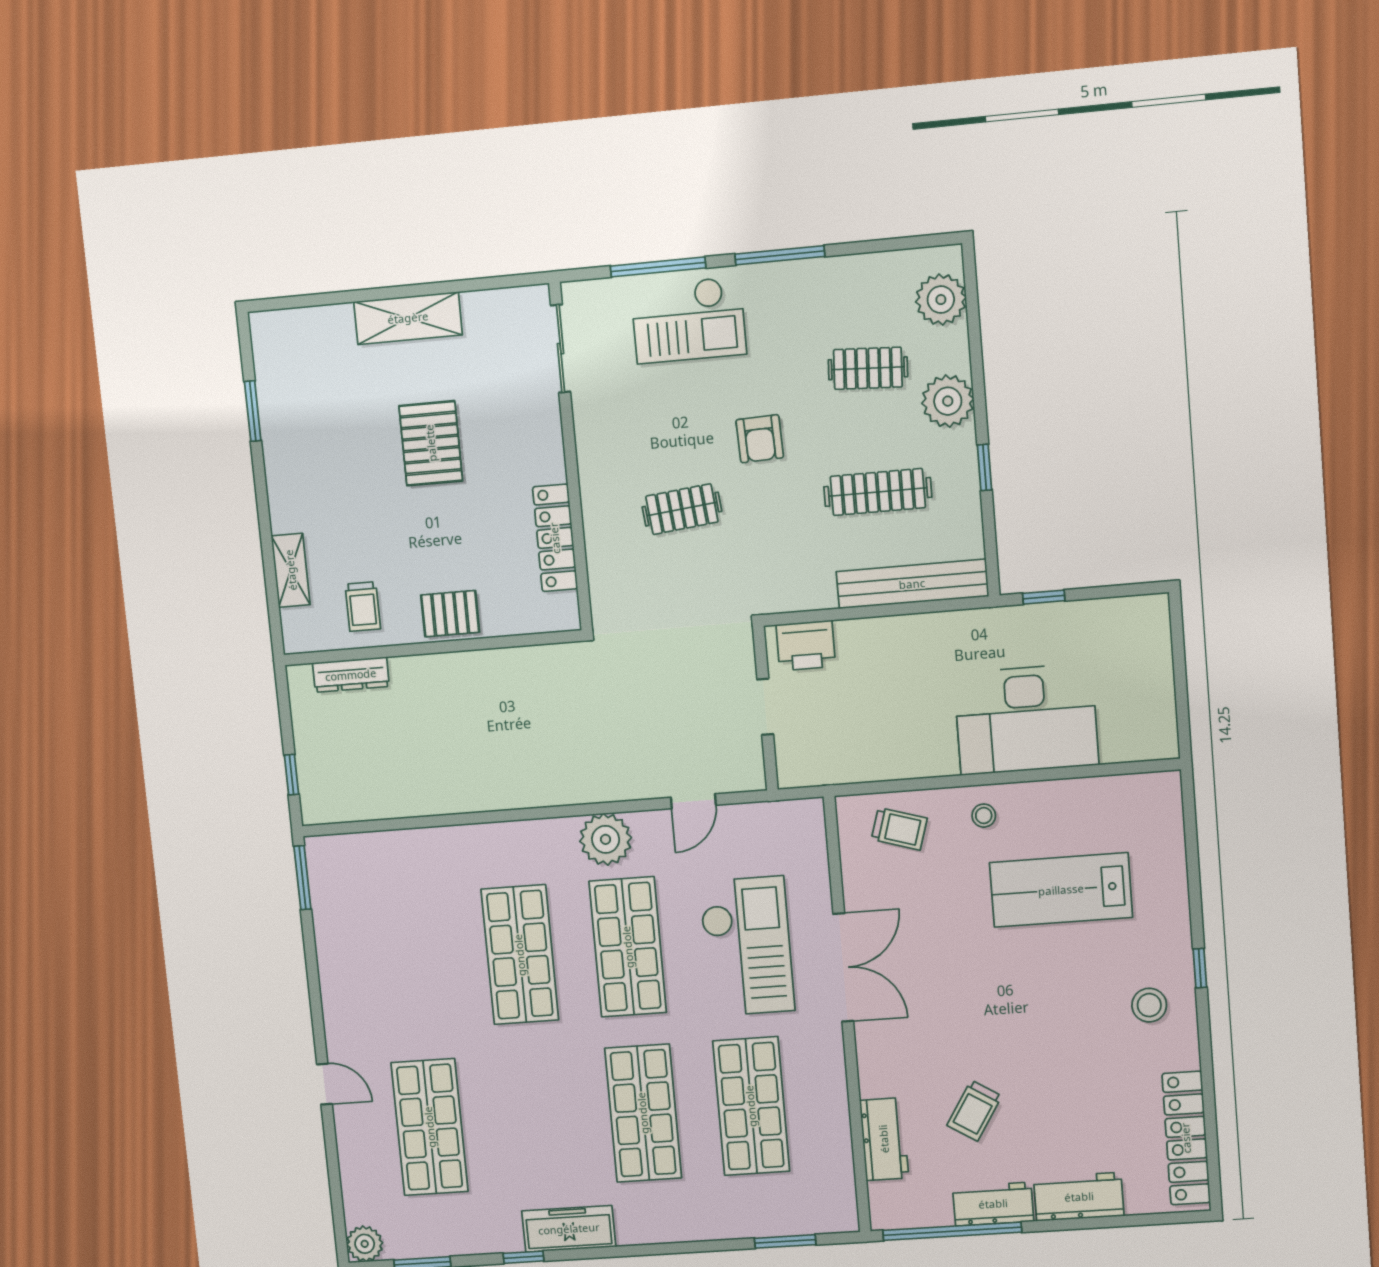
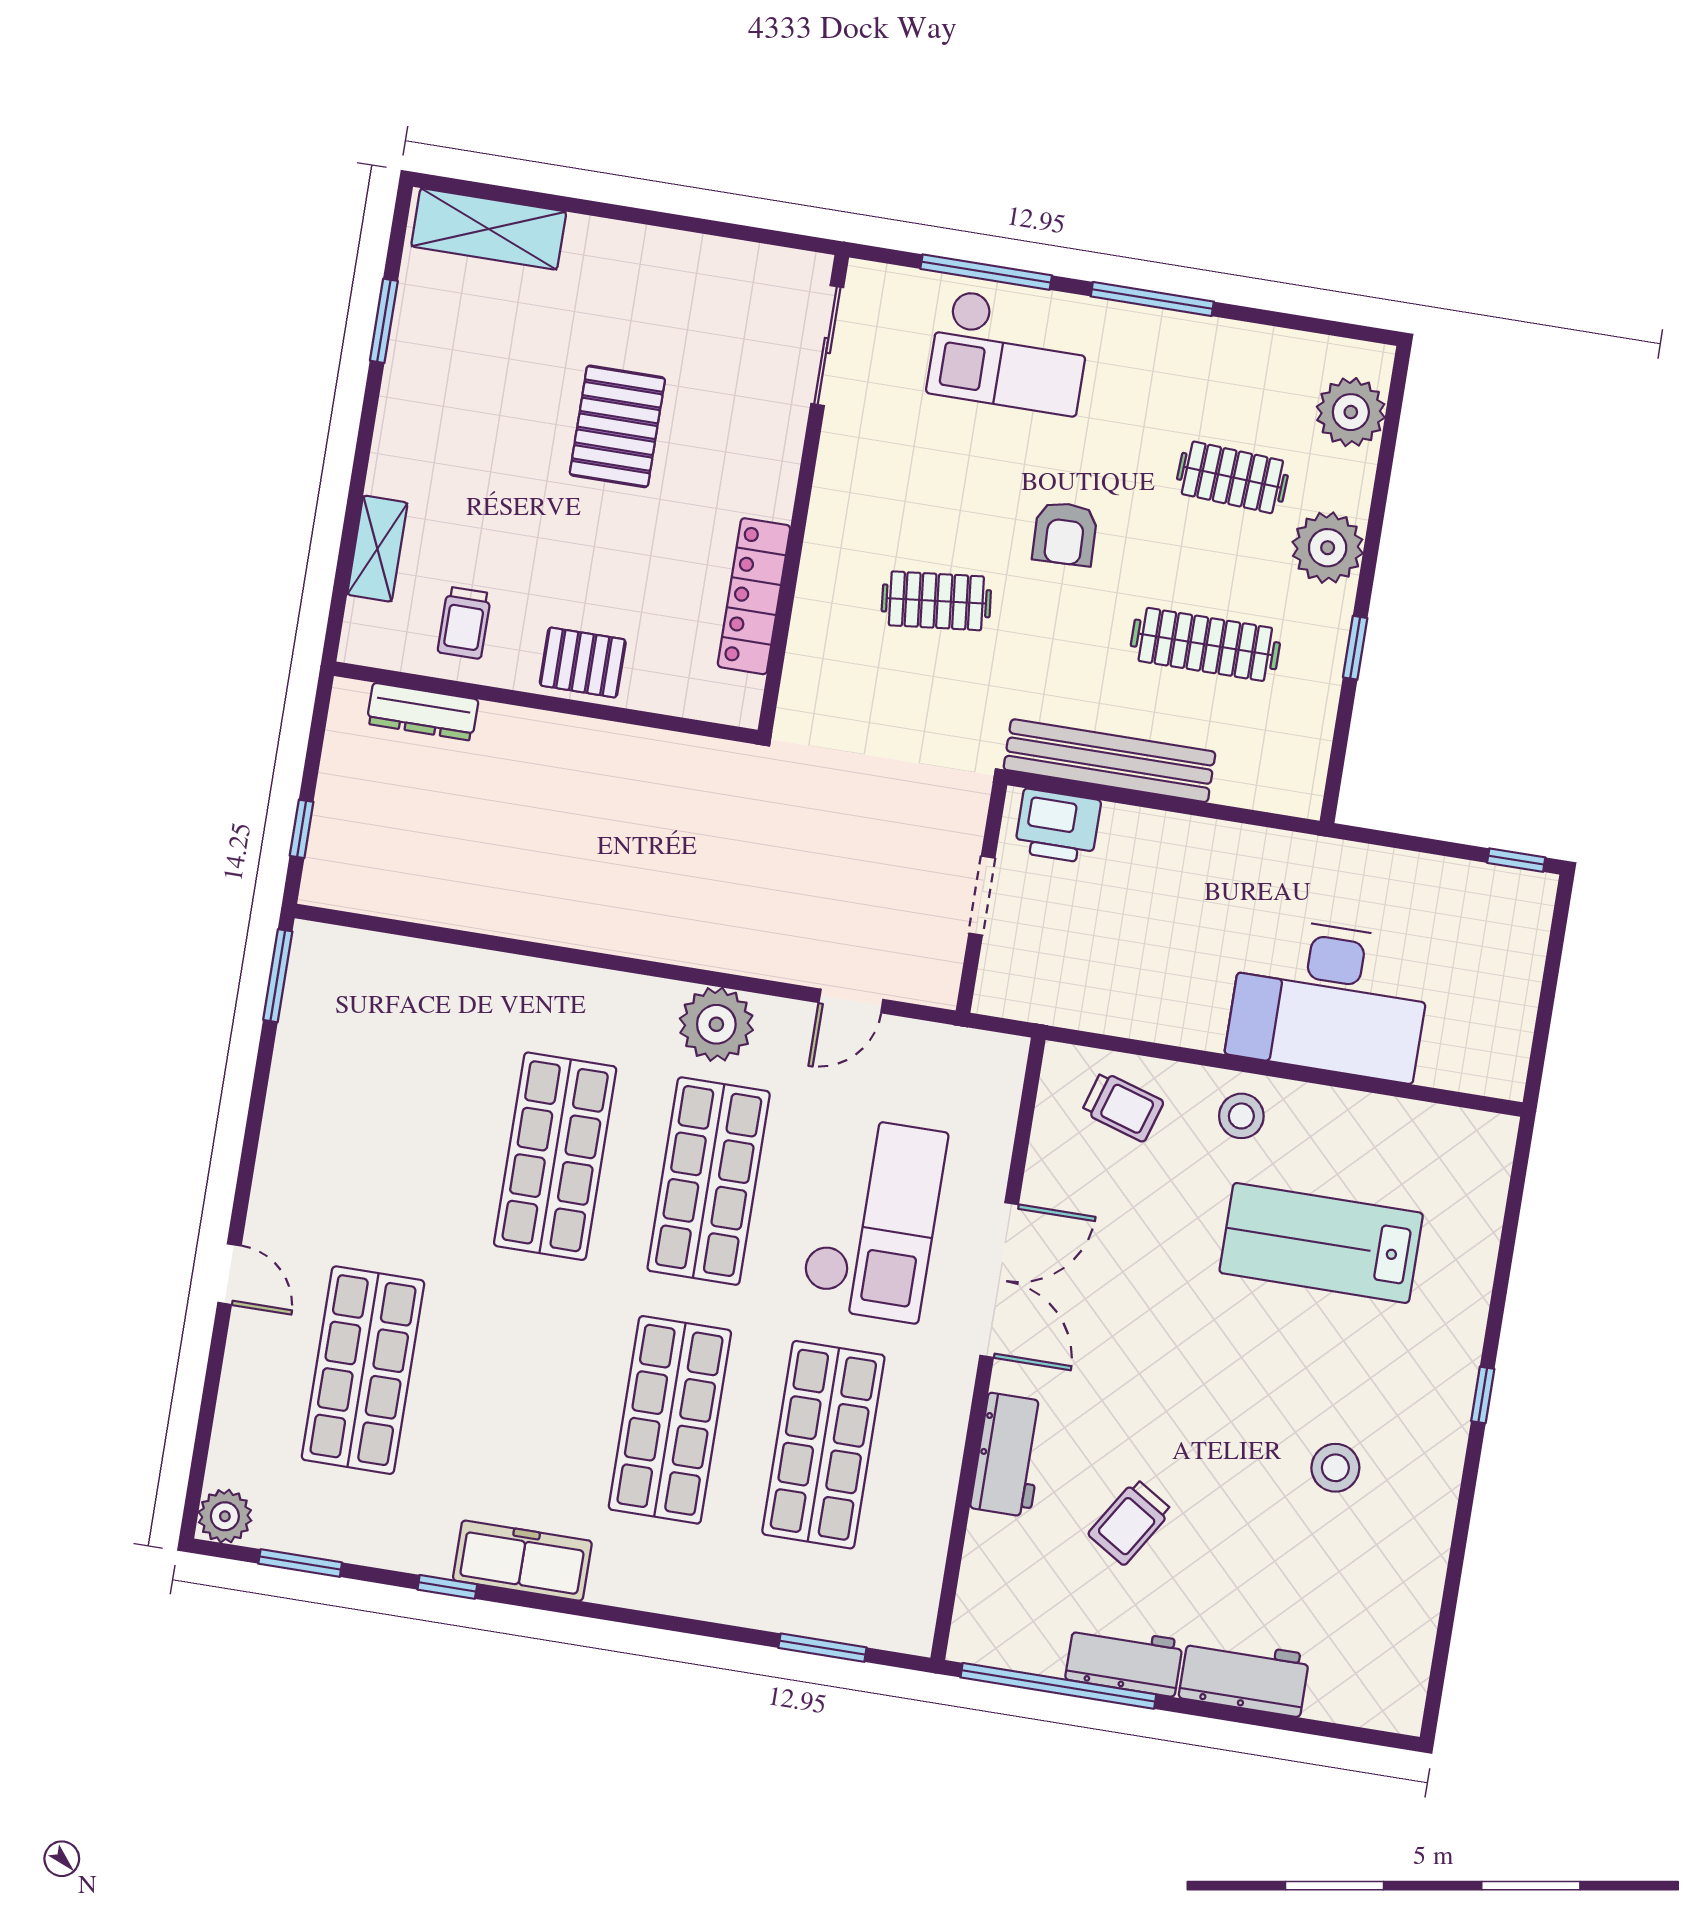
shelving: (408, 318) -> (489, 229), moved
bench: (912, 584) -> (1109, 761), moved
window: (1044, 597) -> (1516, 860), moved
stool: (984, 816) -> (1241, 1116), width x1.37, depth x1.37
stool: (1149, 1005) -> (1335, 1468), moved
locker: (1186, 1138) -> (1410, 1627), removed
workbench: (884, 1139) -> (1009, 1455), moved

